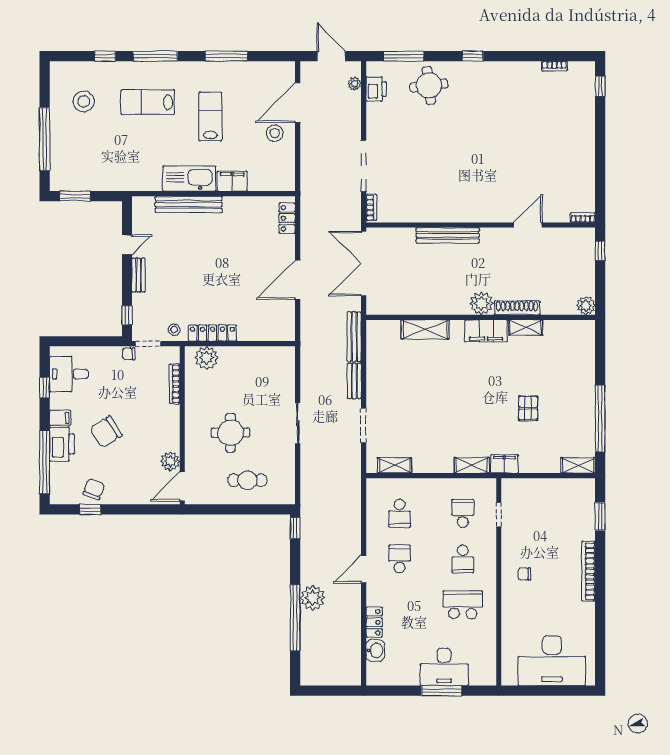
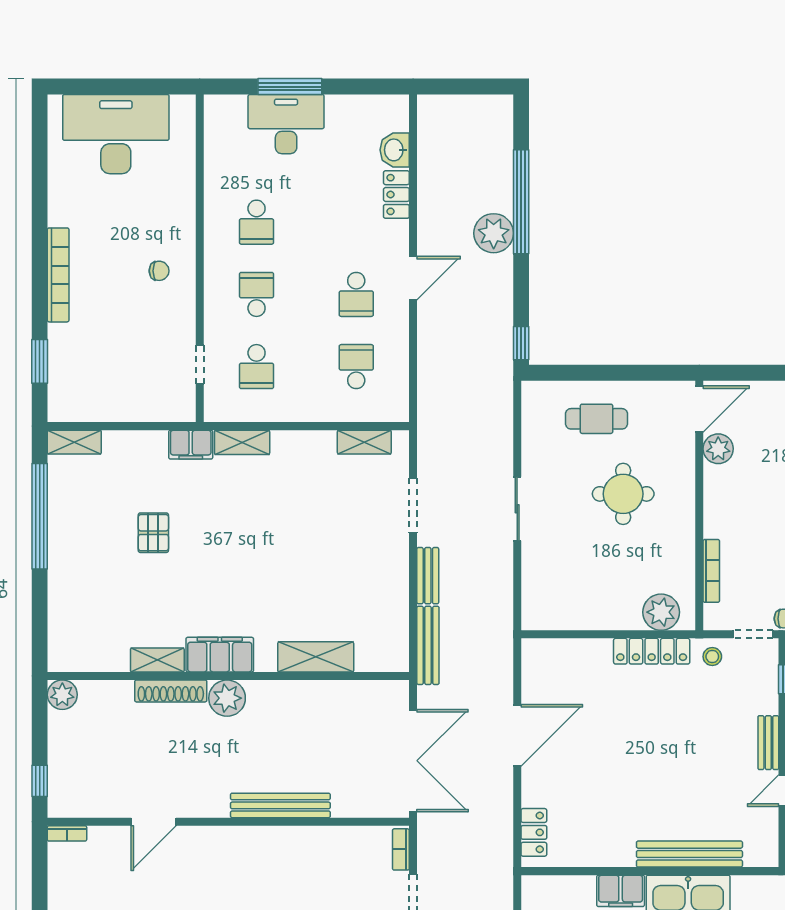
school desk: (463, 605) -> (257, 222), width x0.54

